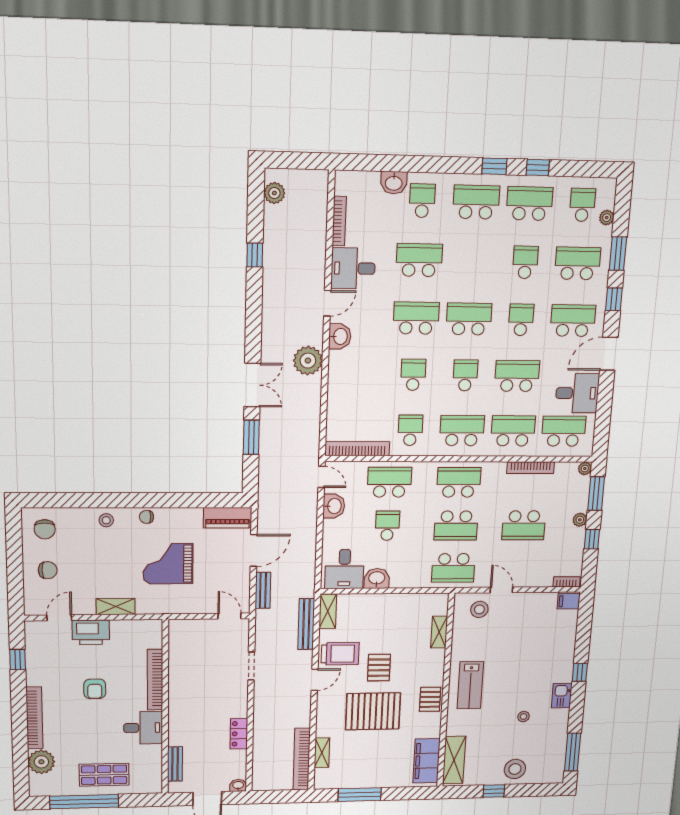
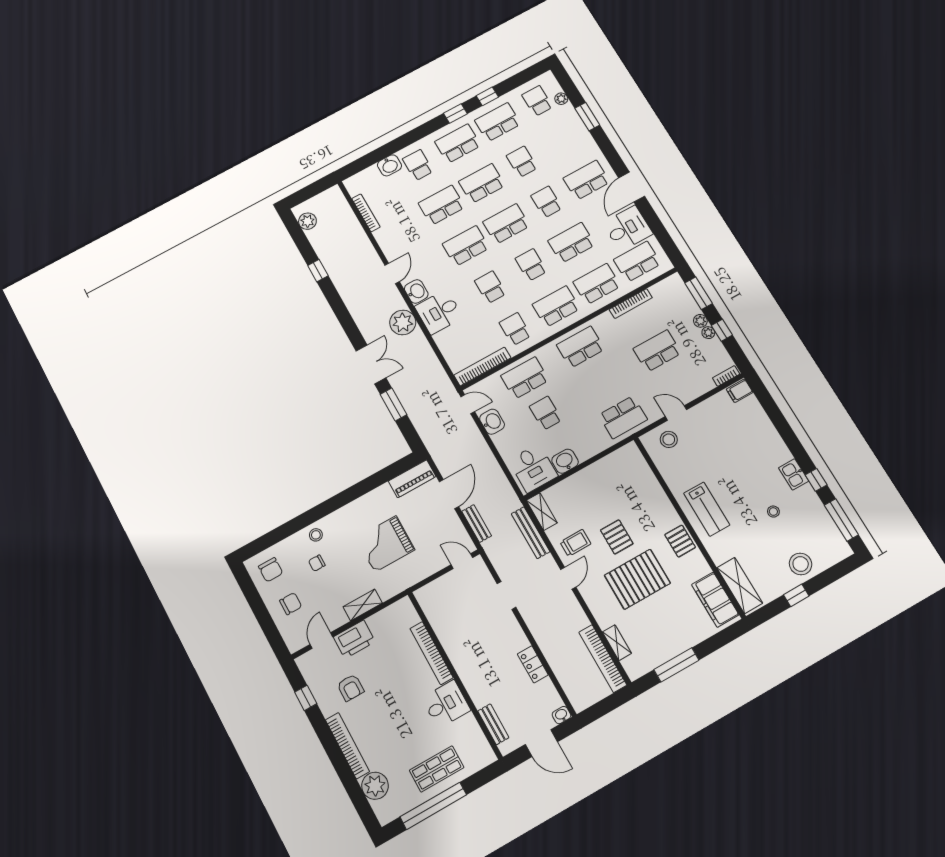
school desk: (578, 263) -> (482, 183), moved
desk: (353, 268) -> (439, 312), moved
window: (614, 299) -> (607, 148), removed
plant: (585, 469) -> (708, 333), moved
chair: (146, 517) -> (317, 563), moved
school desk: (524, 525) -> (657, 351), turned 180
school desk: (456, 526) -> (602, 382), removed
shelving: (439, 632) -> (648, 478), removed
trolley: (340, 654) -> (575, 543), width x0.73, depth x0.72
window: (580, 672) -> (816, 480), moved
armchair: (95, 689) -> (350, 688), moved

